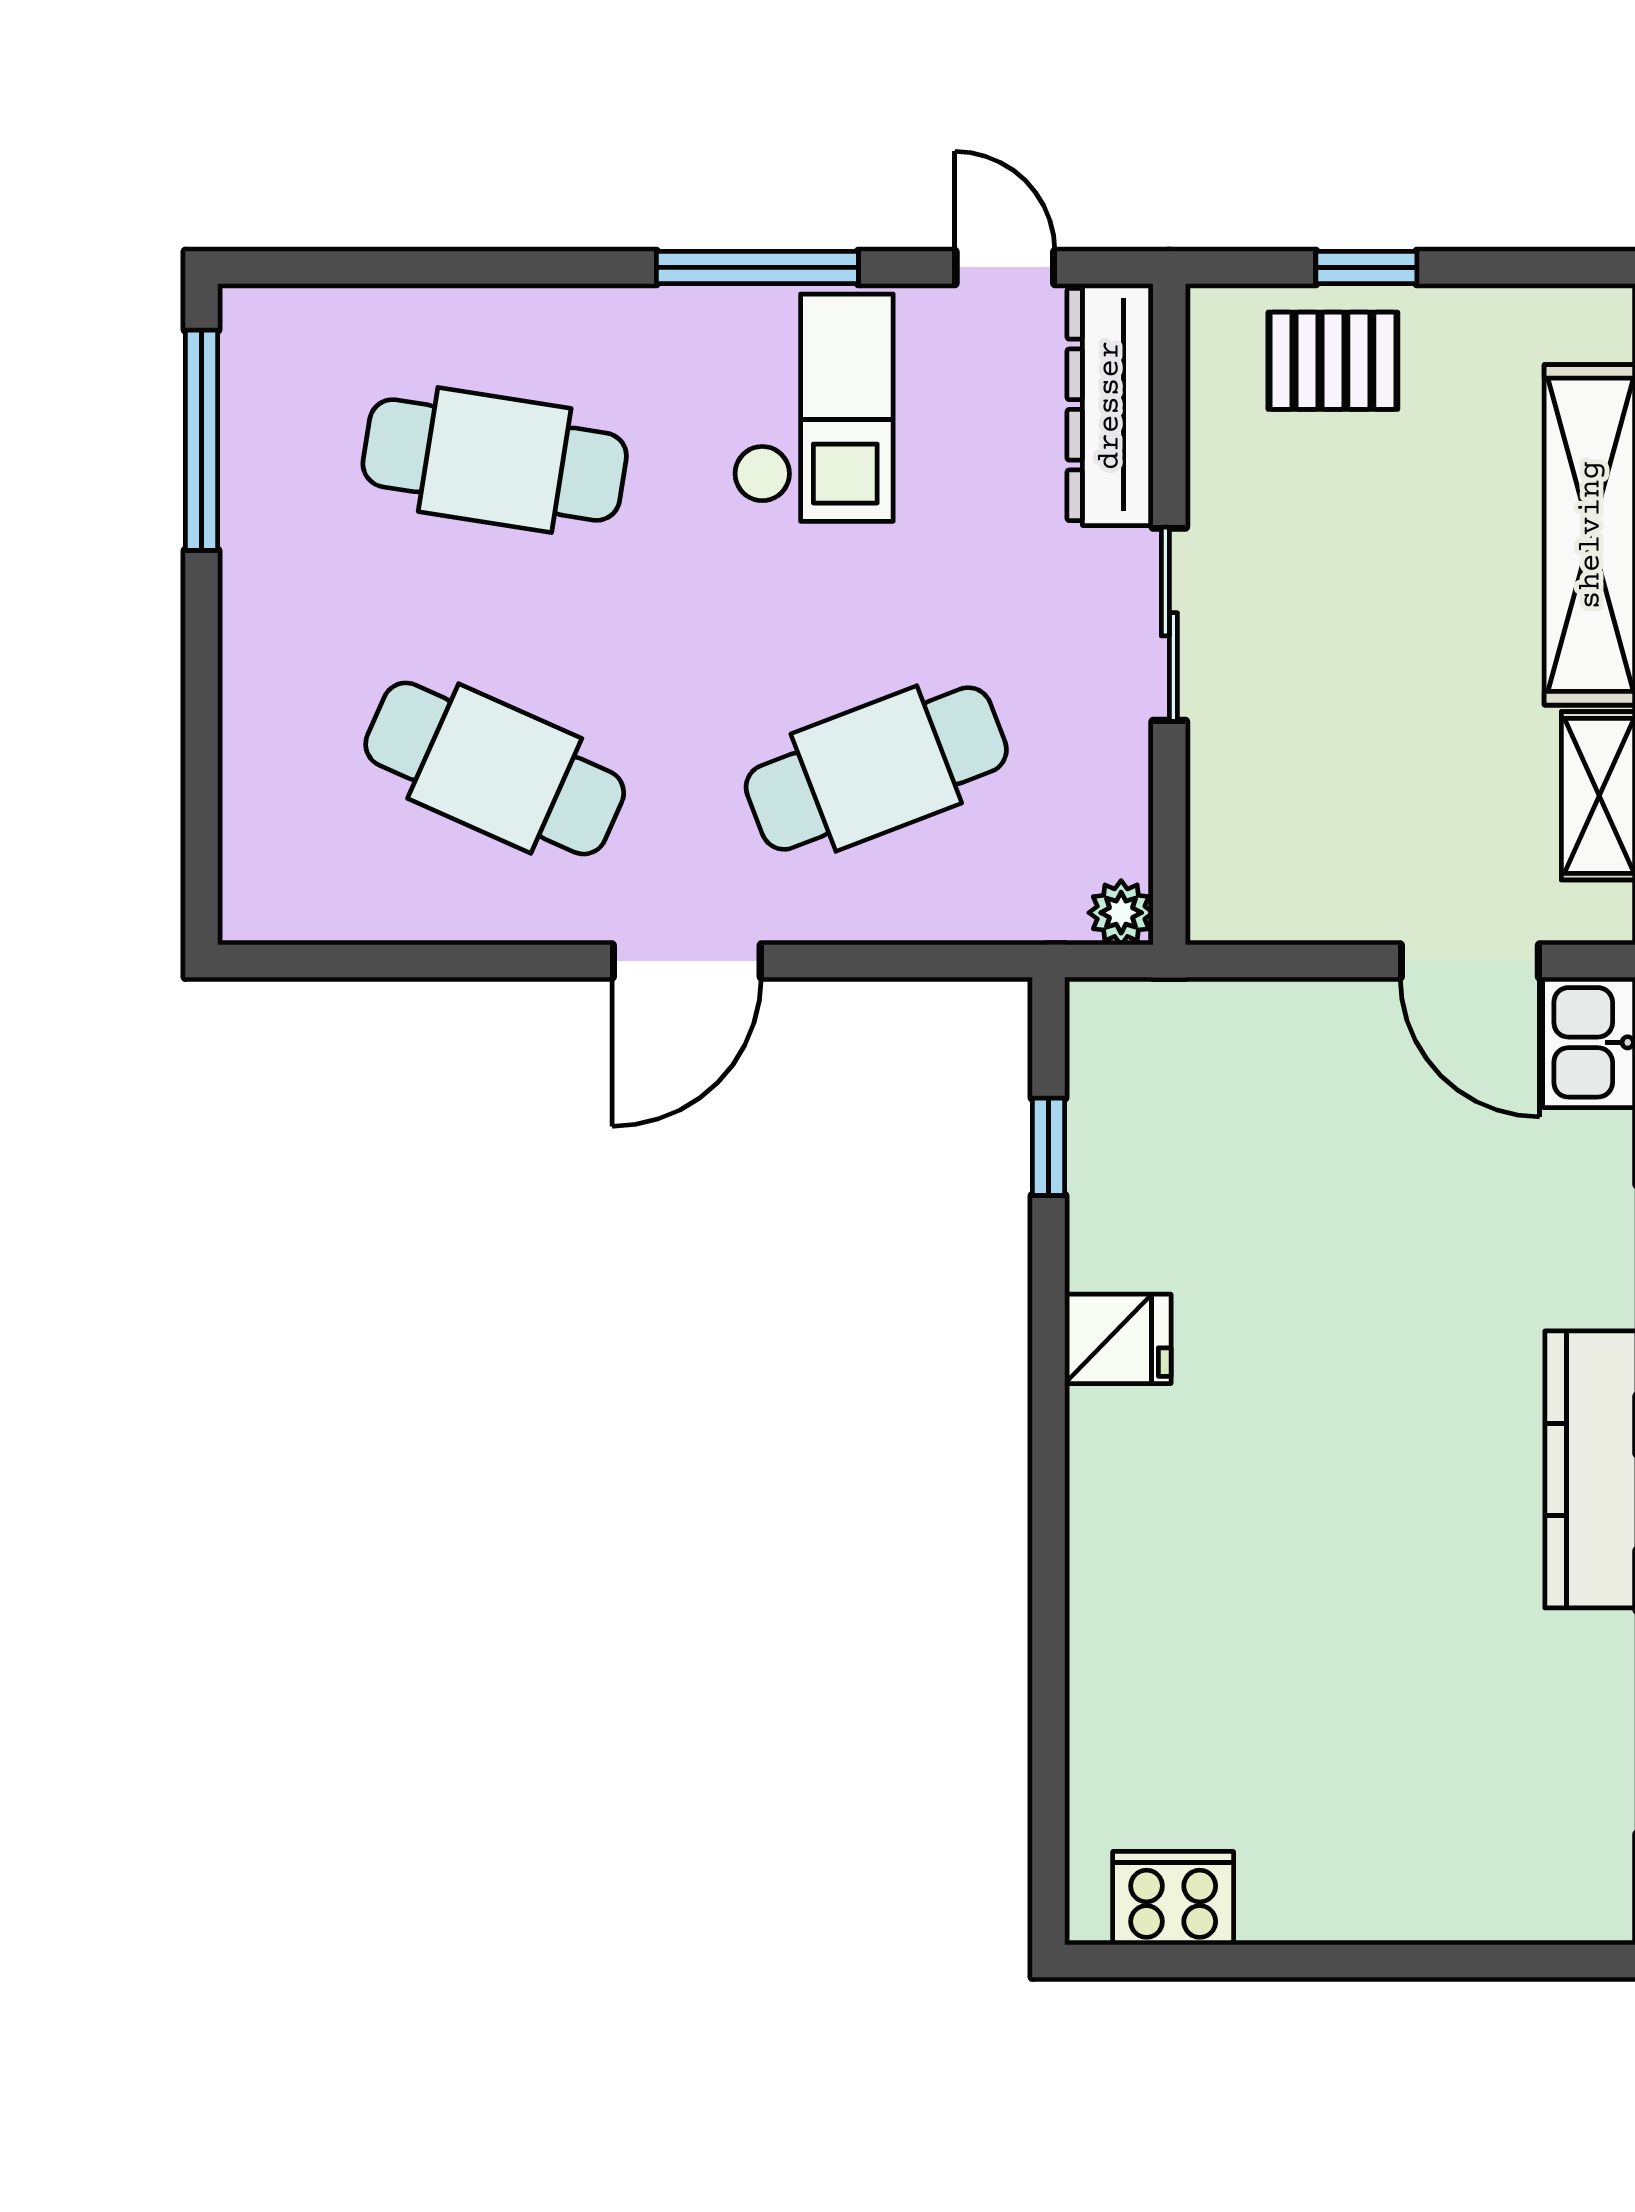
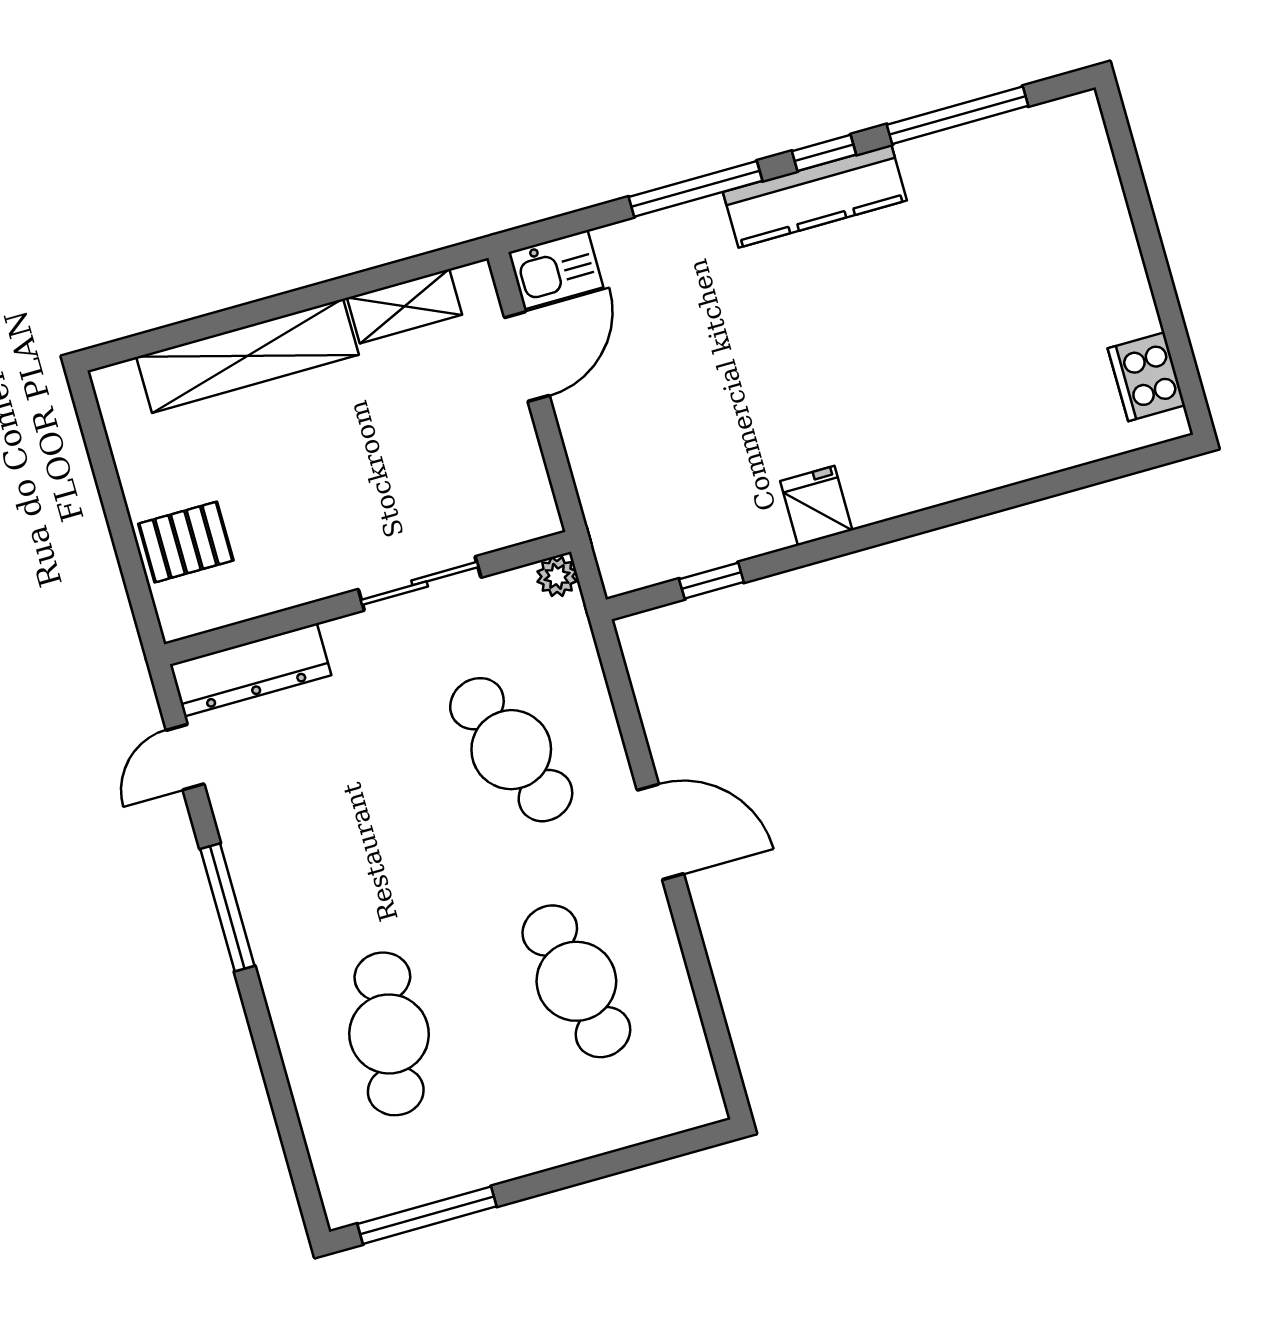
window: (1366, 267) -> (123, 538), removed
pallet: (1333, 361) -> (186, 542), turned 90
checkout: (813, 408) -> (303, 849), removed
sliding door: (1169, 624) -> (420, 583), moved
cafe table: (495, 768) -> (576, 981), turned -36

